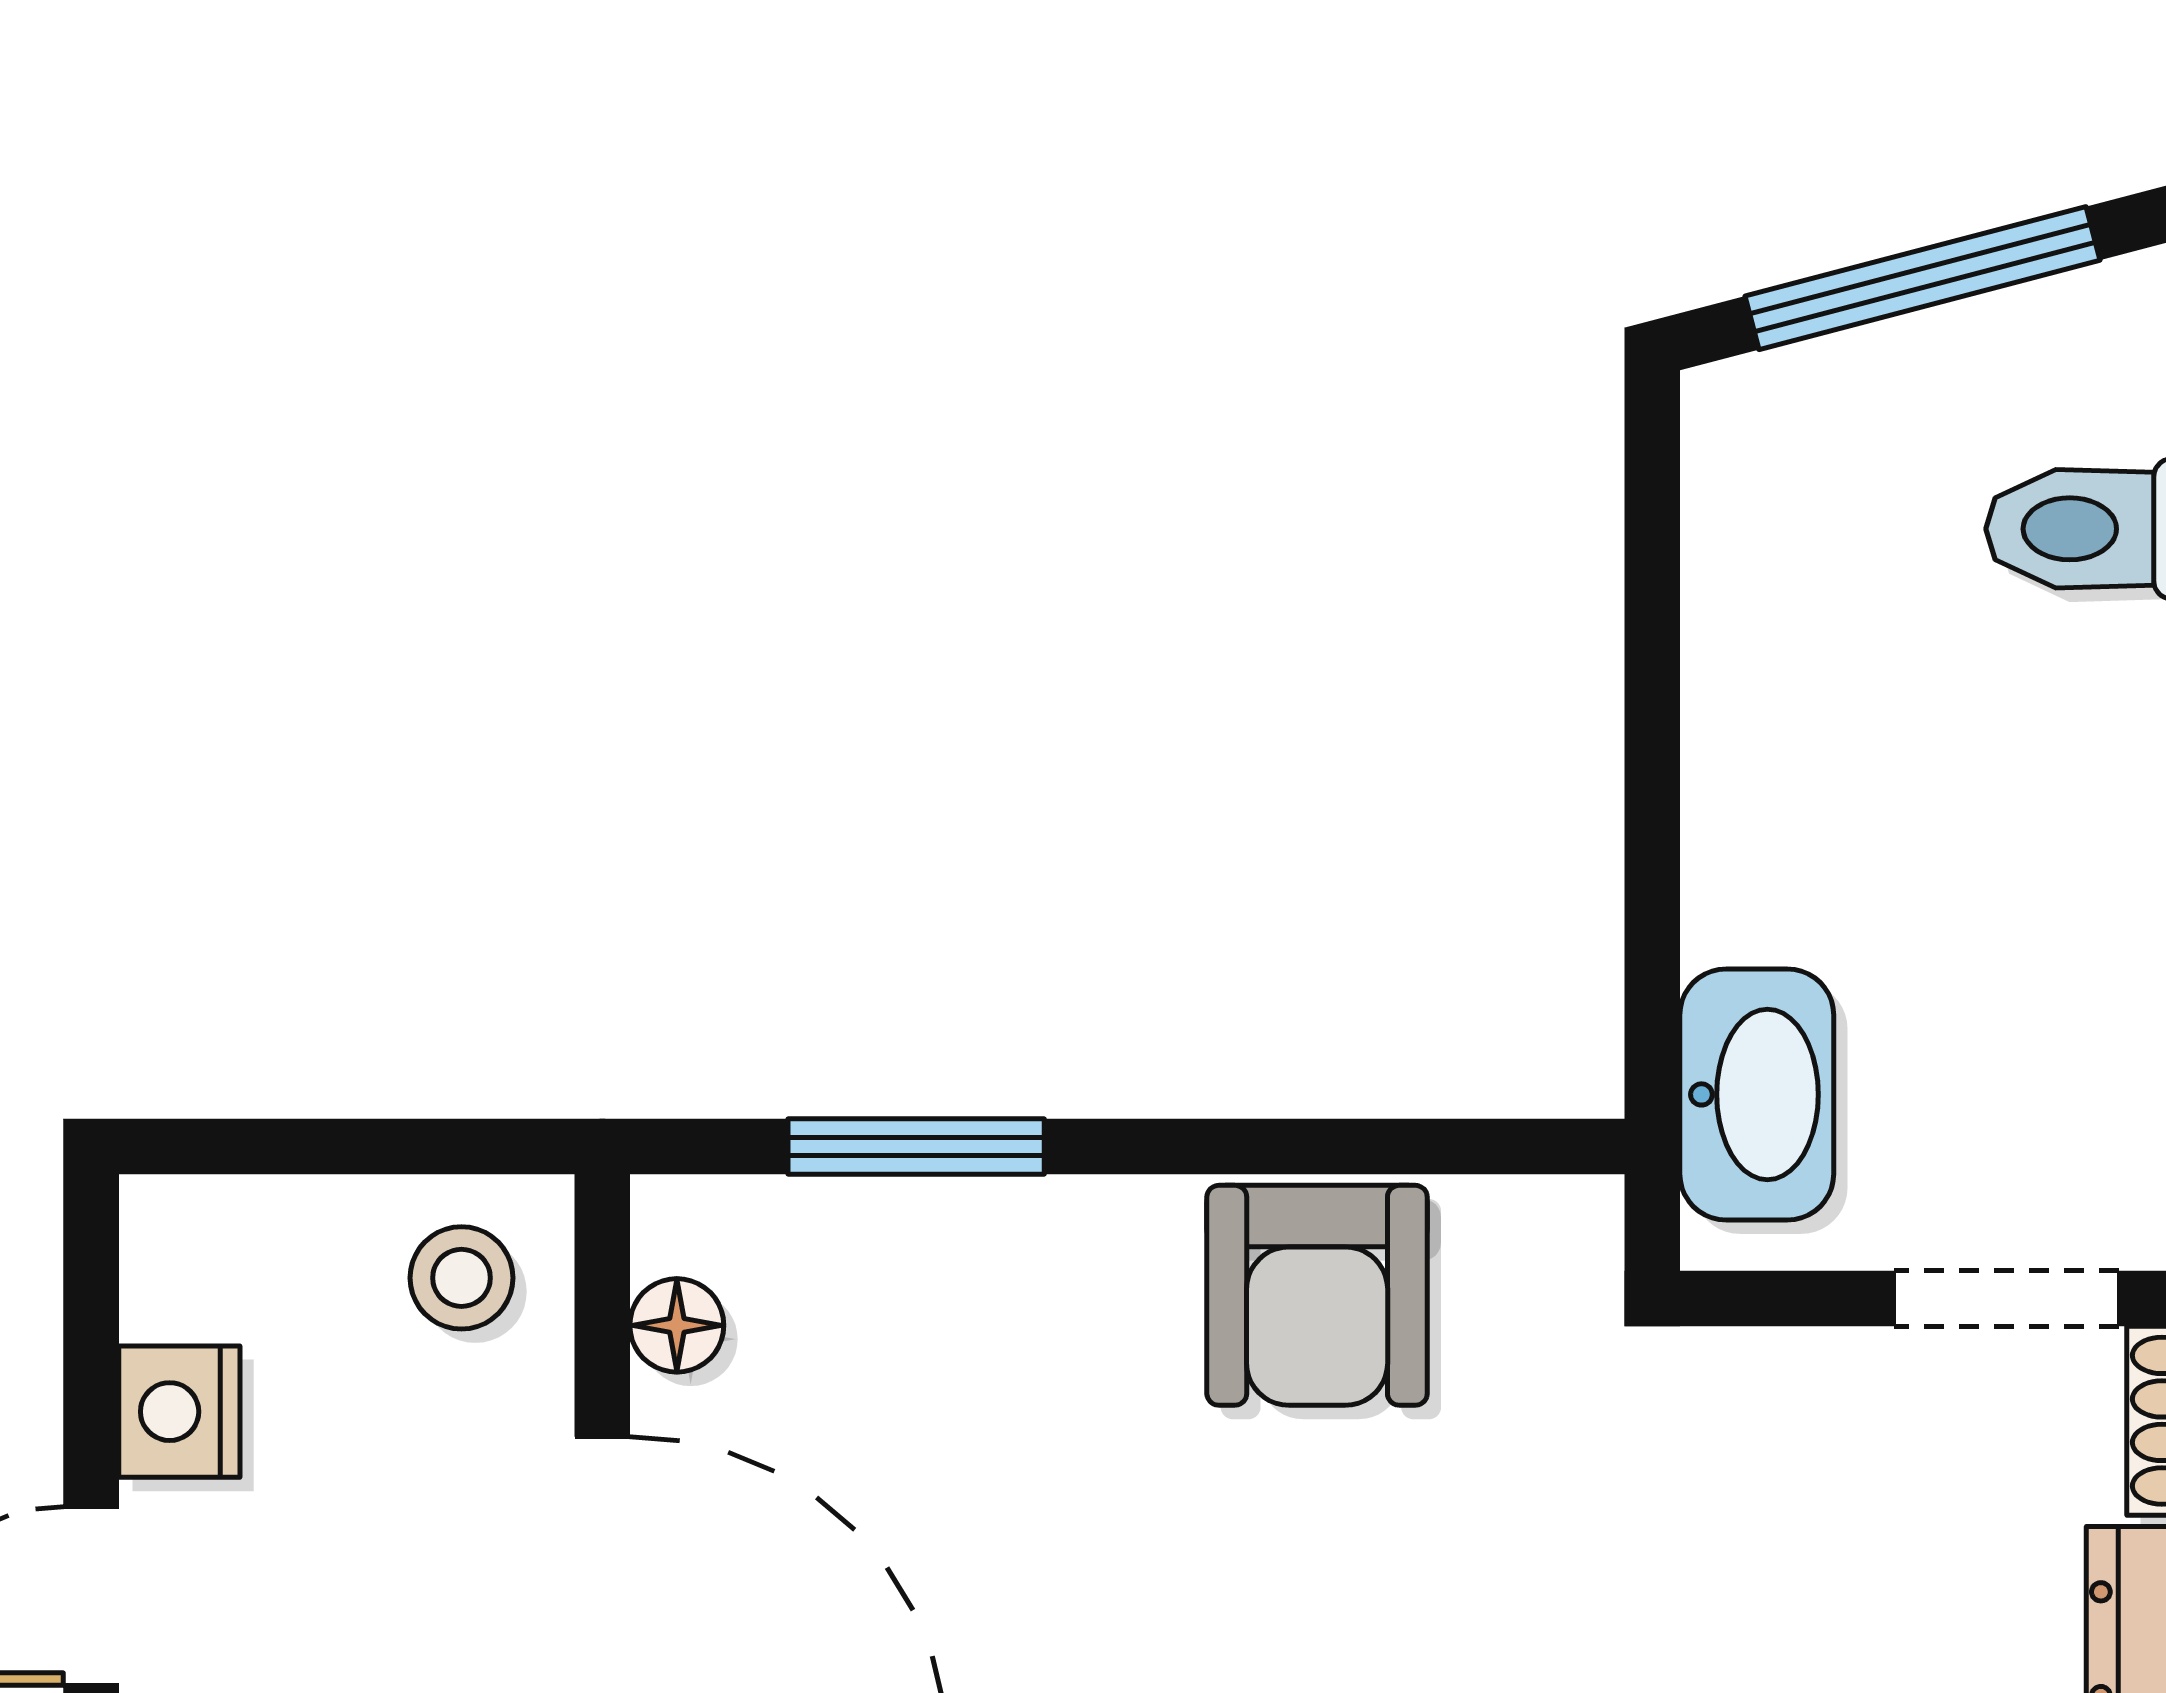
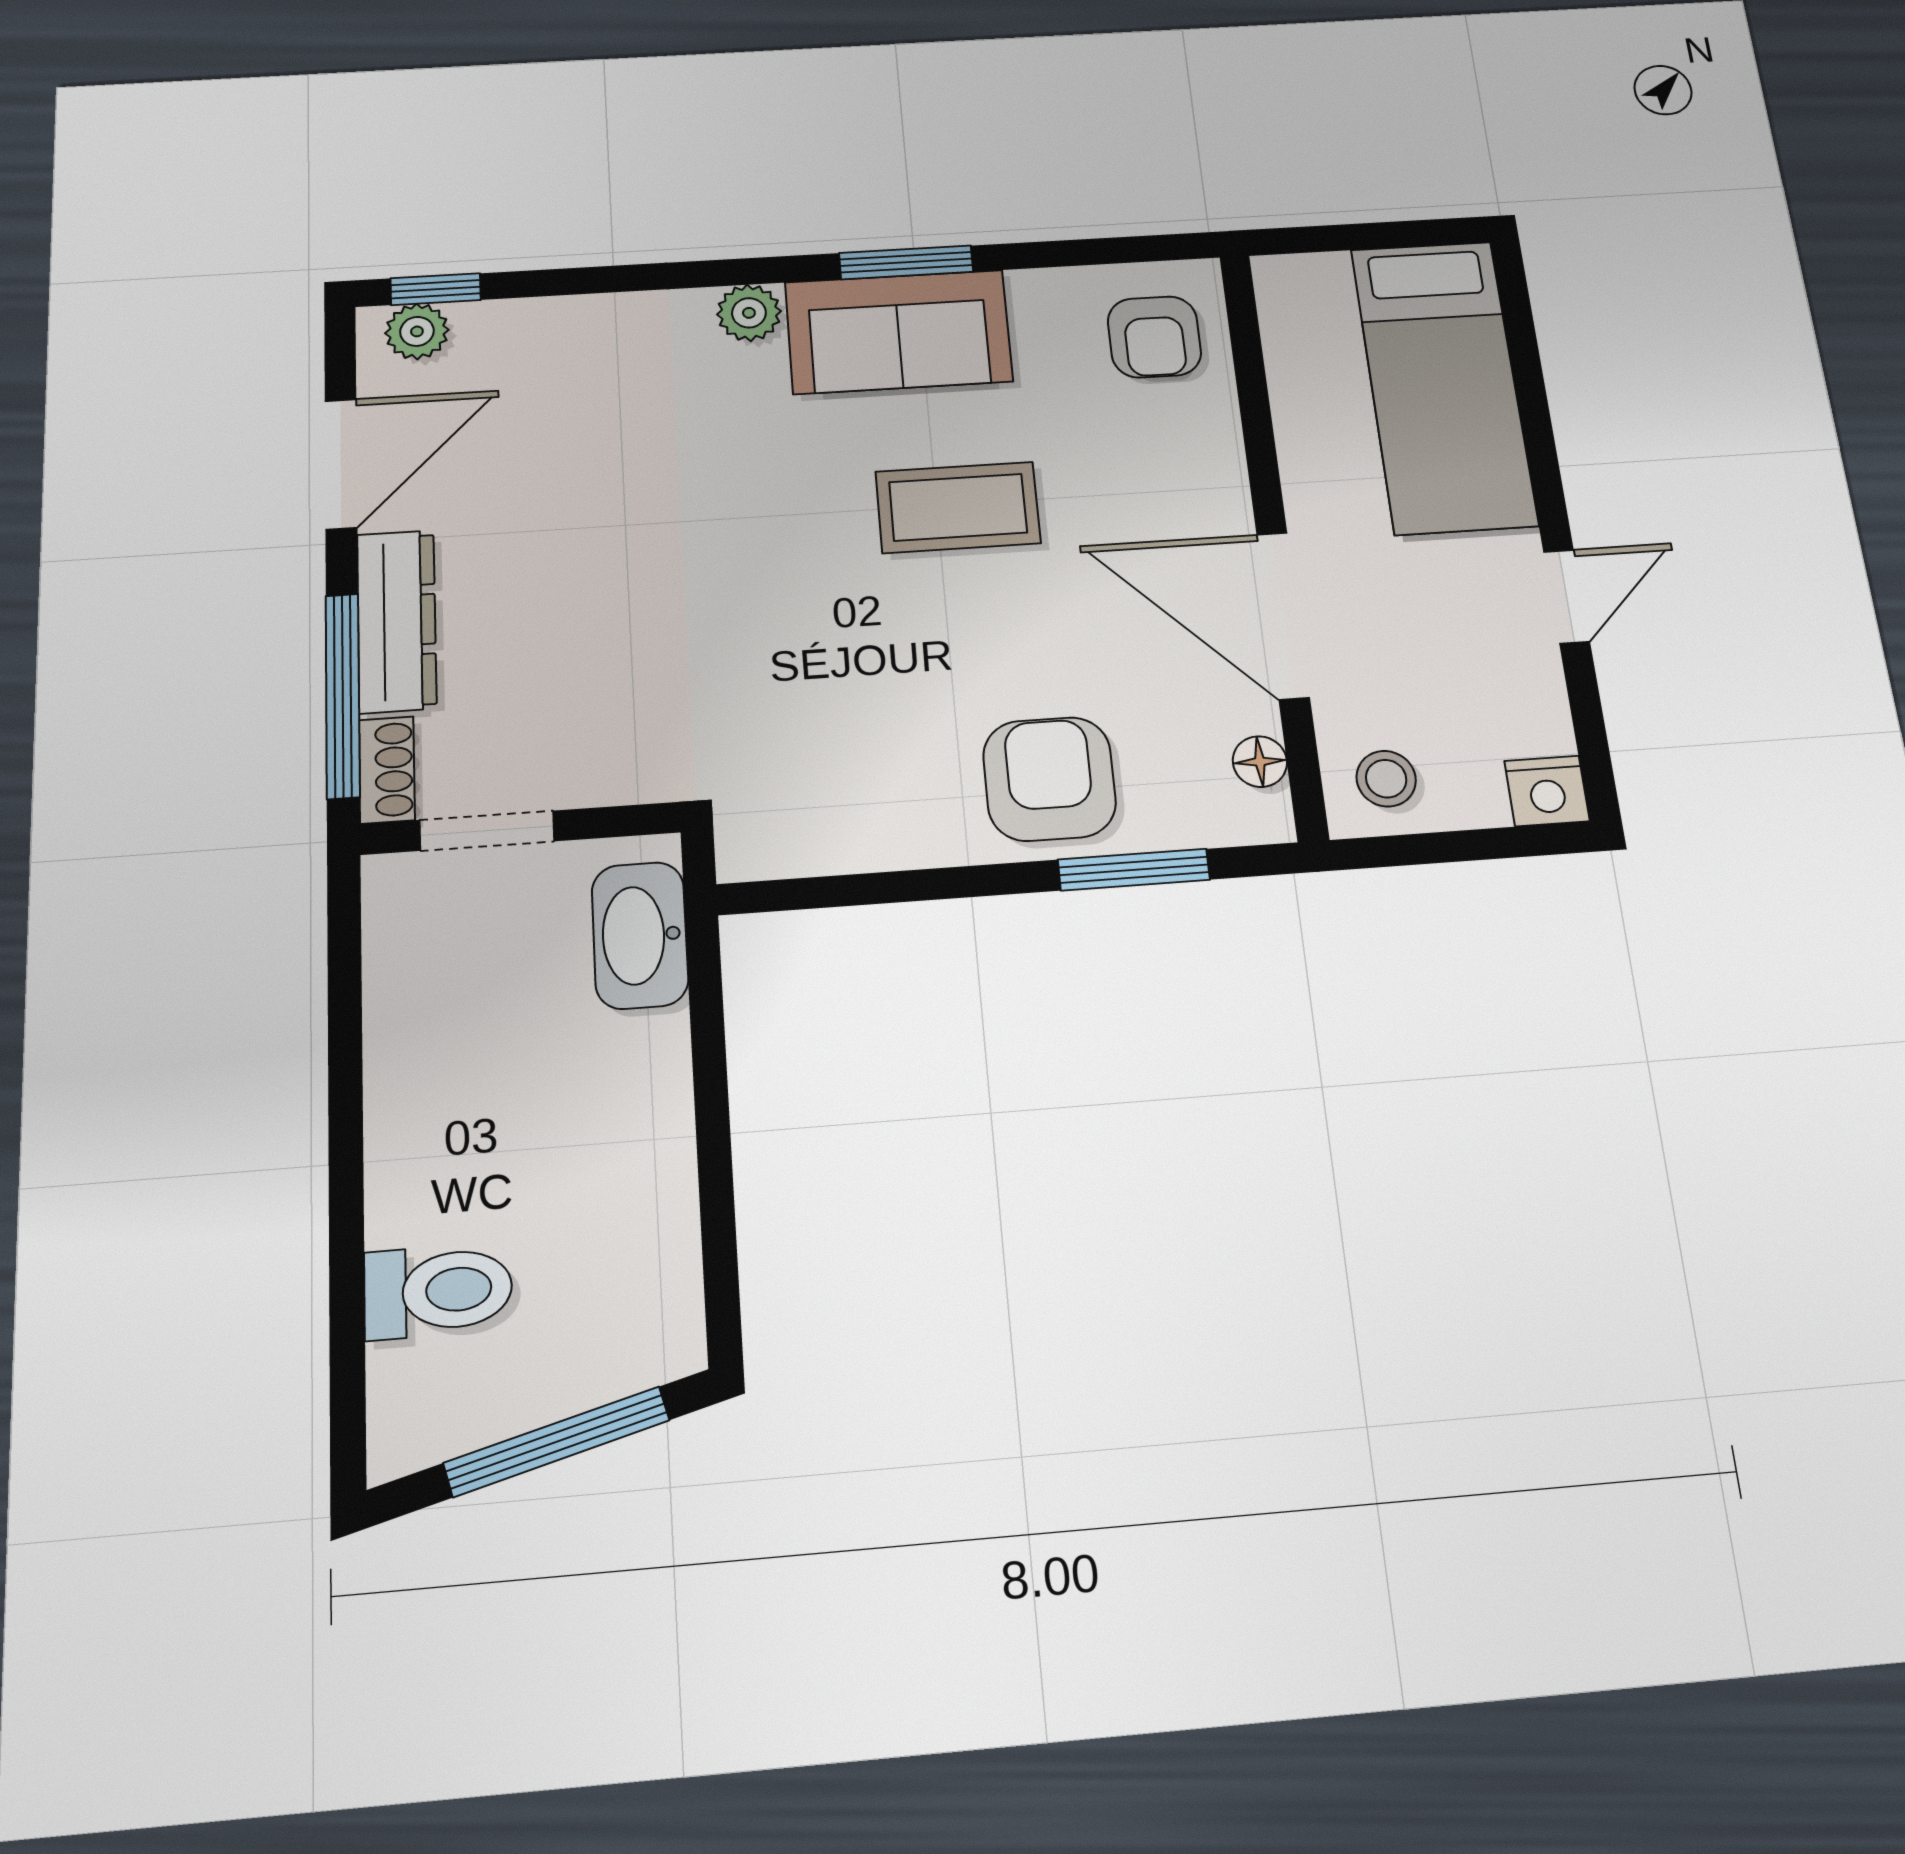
armchair: (1317, 1295) -> (1049, 779), moved
nightstand: (179, 1412) -> (1547, 791), moved, turned 90

